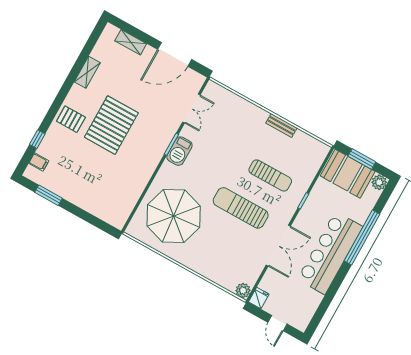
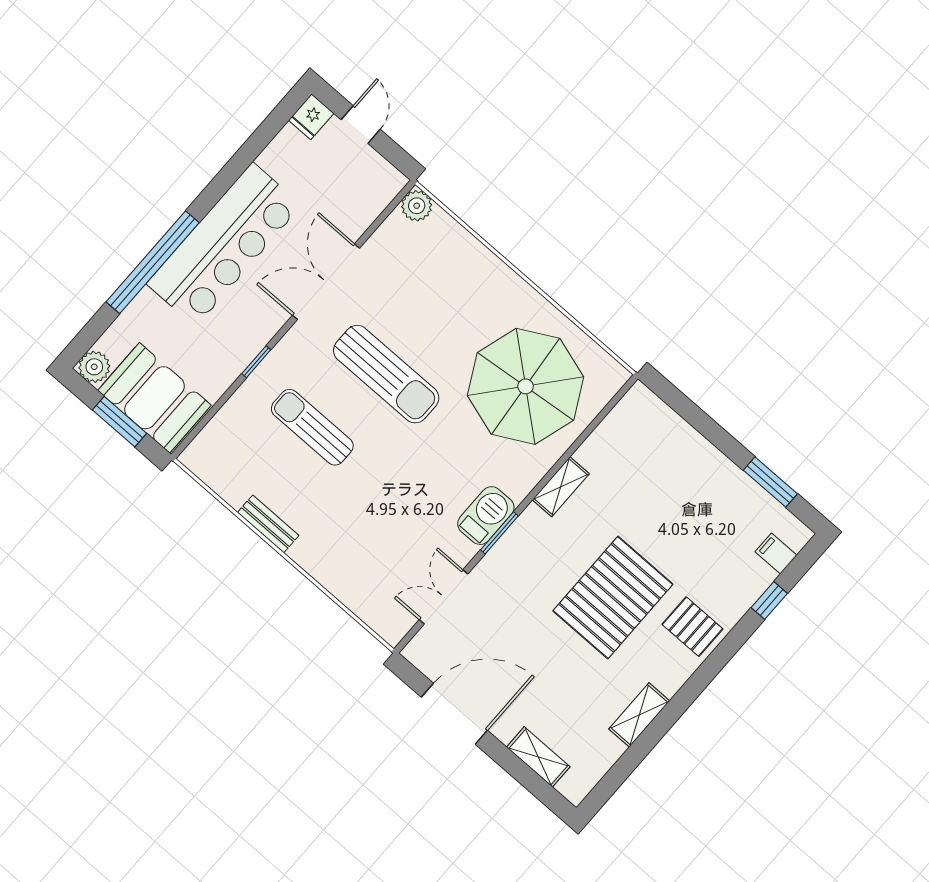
shelving: (147, 172) -> (561, 487), added
fridge: (259, 298) -> (311, 117), moved

